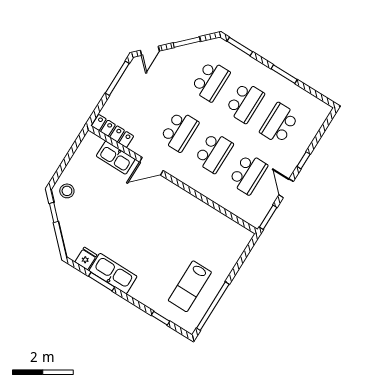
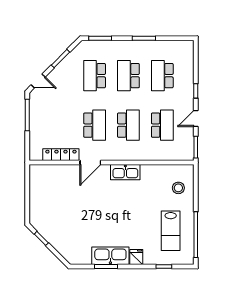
door: (150, 51) -> (38, 81), hinge flipped
school desk: (210, 81) -> (95, 76), turned 180
school desk: (245, 102) -> (128, 76), turned 180
locker: (113, 131) -> (61, 155), moved
kitchen sink: (116, 158) -> (125, 172), moved
door: (286, 188) -> (196, 118), hinge flipped
stool: (67, 191) -> (178, 188), moved
fridge: (86, 259) -> (136, 257), moved

